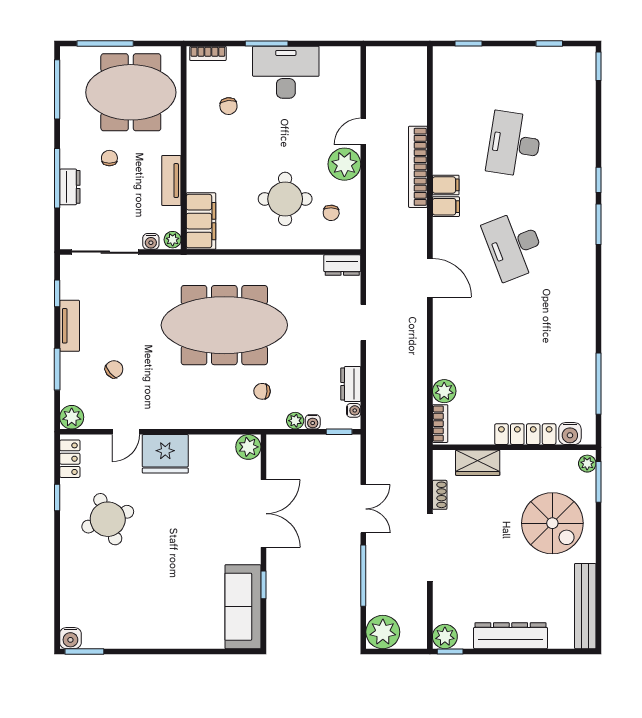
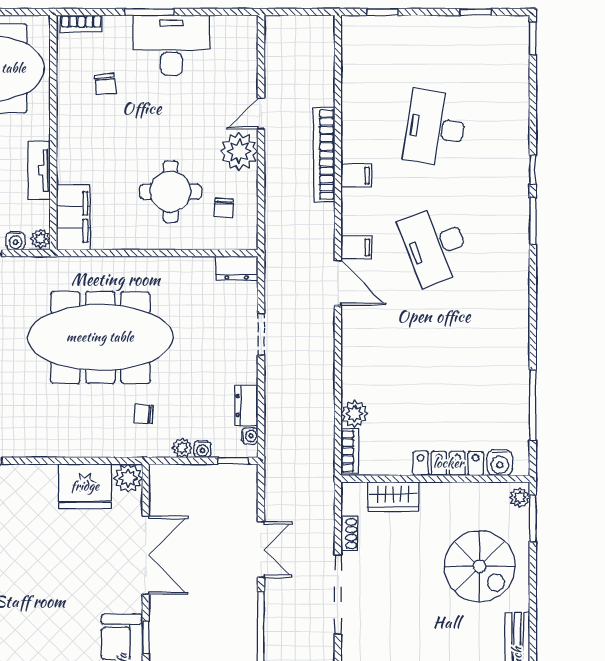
filing cabinet: (446, 207) -> (356, 247), moved
fridge: (165, 454) -> (85, 486), moved

